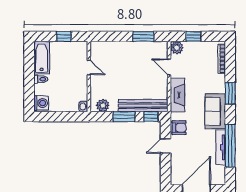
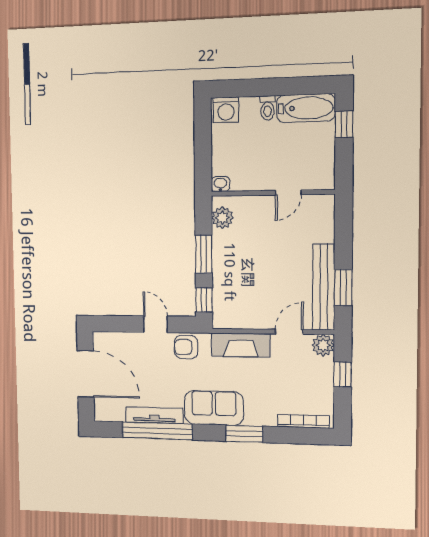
window: (64, 36) -> (344, 124), moved
bench: (143, 106) -> (324, 287), moved
armchair: (179, 128) -> (186, 347), turned 90

